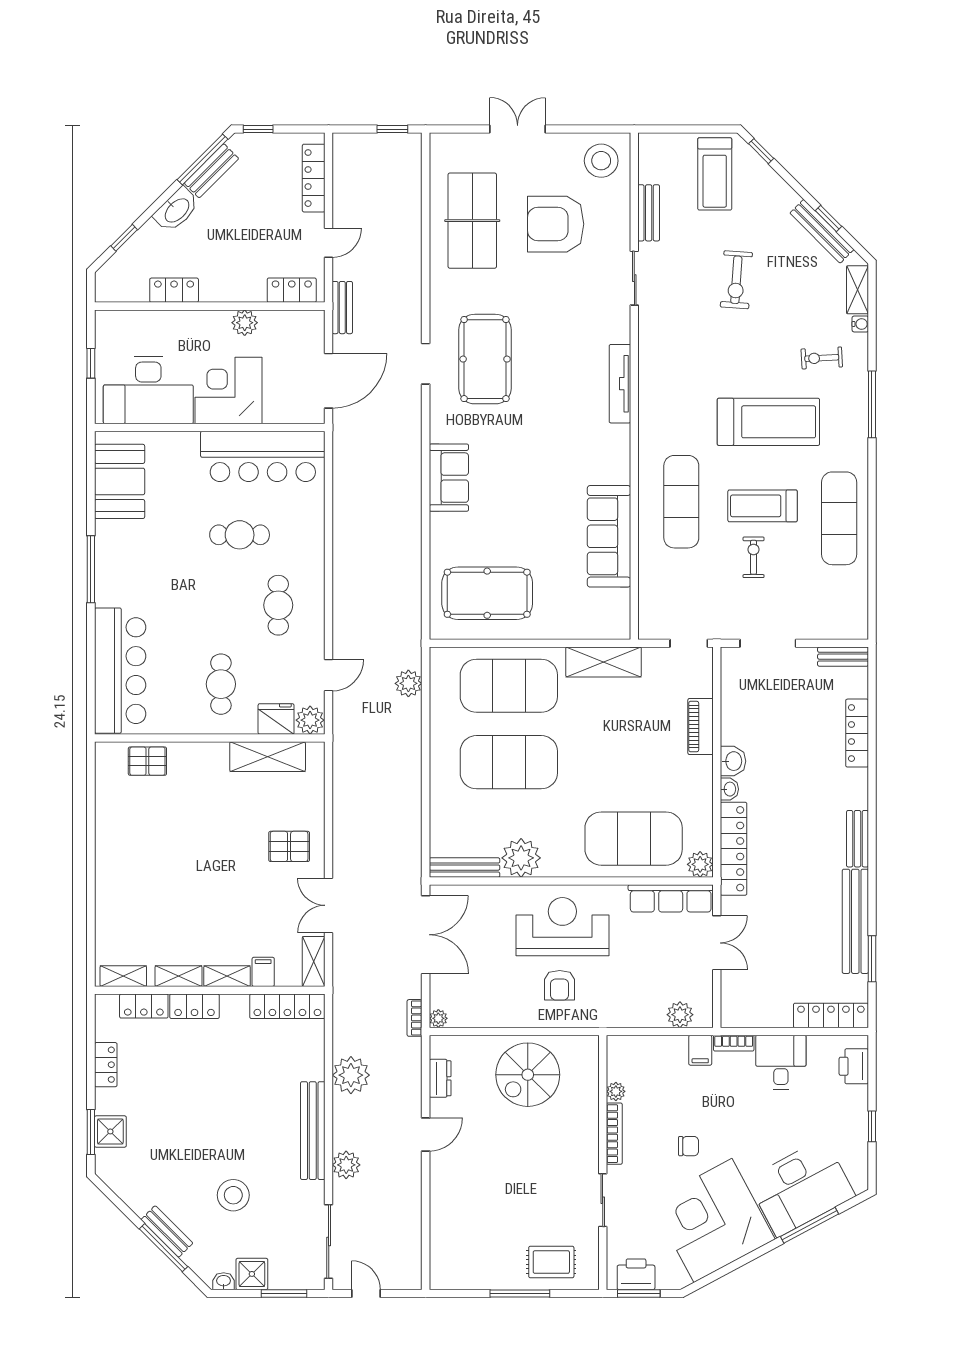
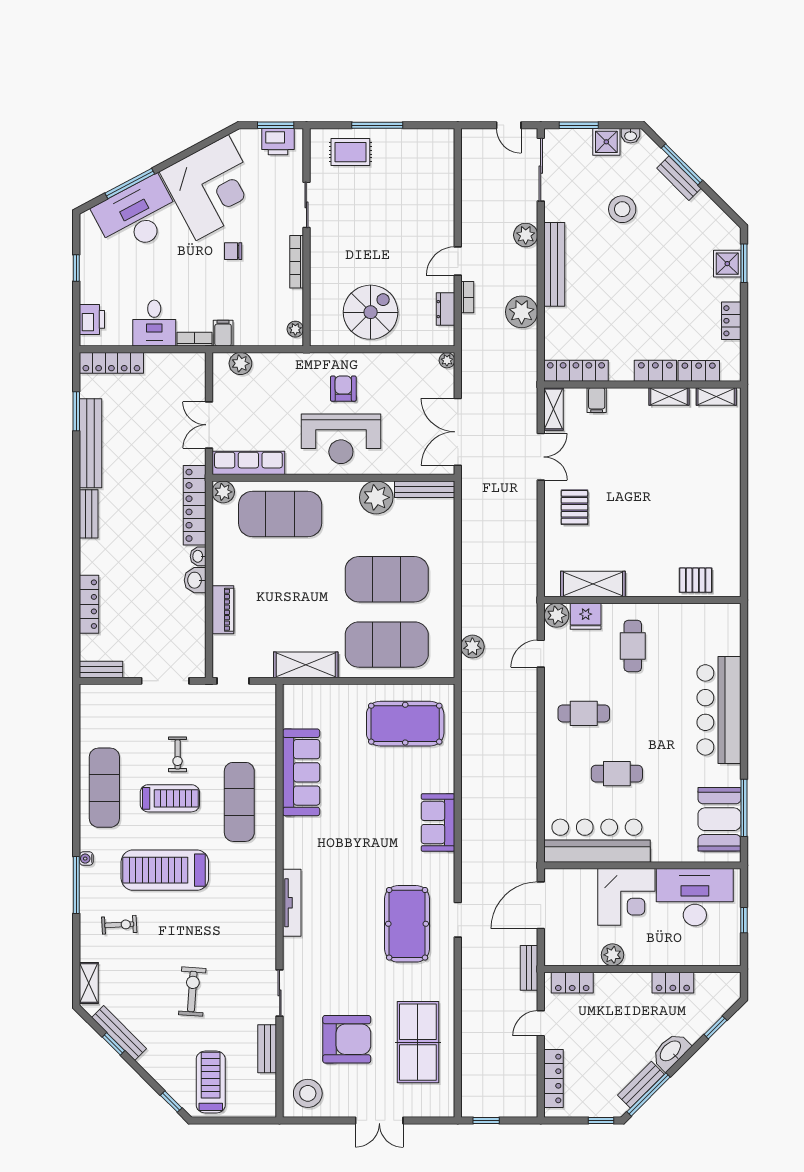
water cooler: (860, 324) -> (86, 859), moved
window: (91, 569) -> (744, 808), moved
cafe table: (278, 605) -> (584, 713), turned 90
bar counter: (120, 671) -> (719, 710), moved
pallet: (289, 846) -> (574, 507), turned 90
shelving: (227, 976) -> (628, 396), removed
bookcase: (415, 1018) -> (467, 297), moved
plant: (616, 1091) -> (295, 329), moved

